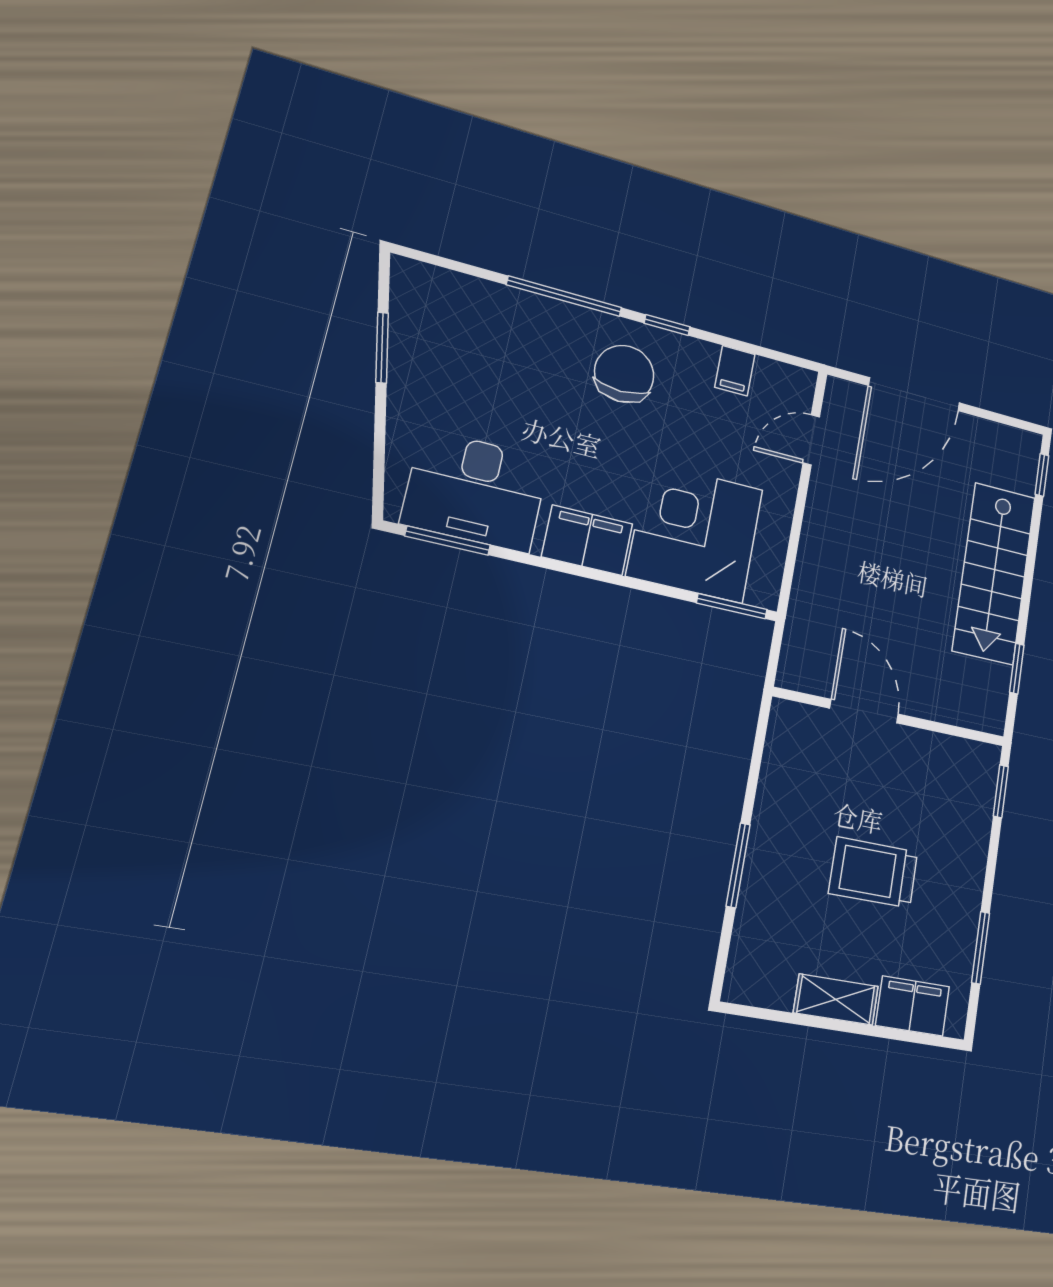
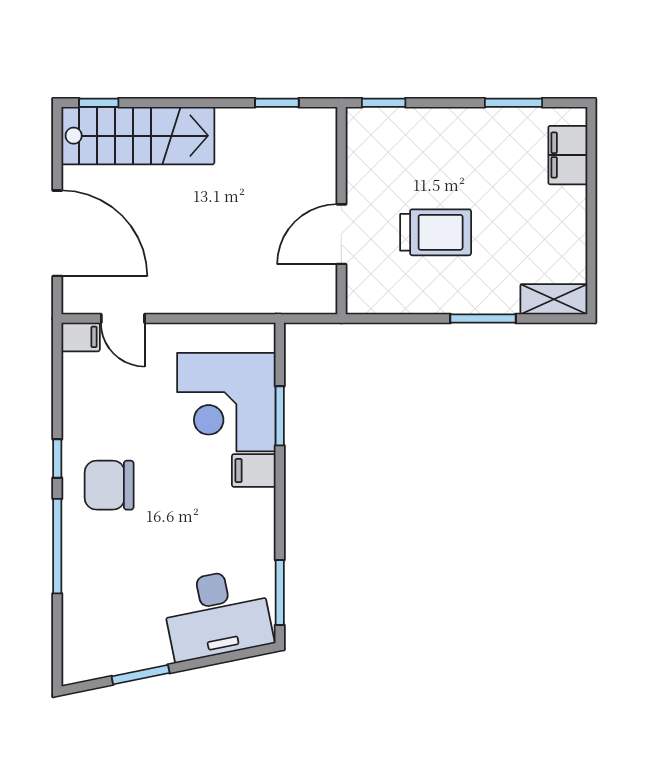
filing cabinet: (735, 371) -> (81, 337), moved
desk: (475, 491) -> (217, 614), moved, turned 79
filing cabinet: (587, 540) -> (254, 471), width x0.50
stairs: (994, 573) -> (138, 136), moved
window: (732, 606) -> (280, 416), moved
trolley: (873, 872) -> (436, 232), moved, turned -90
shelving: (836, 999) -> (554, 299), moved, turned 90

